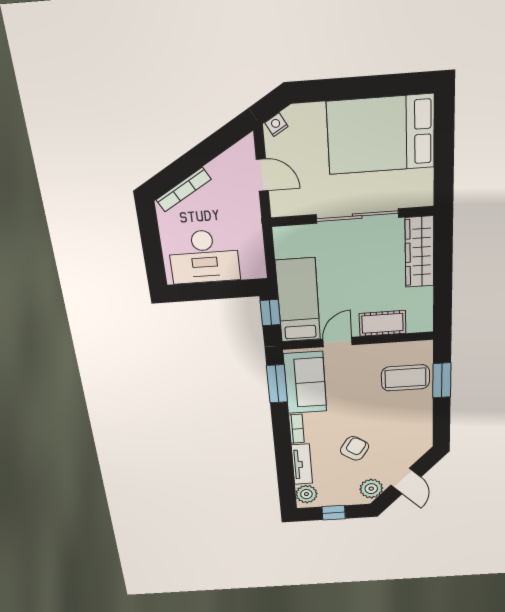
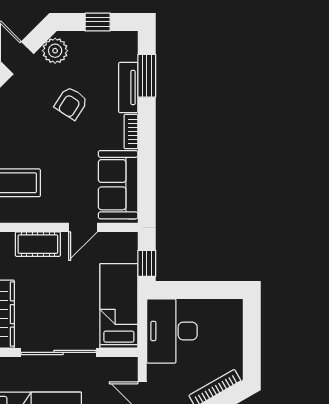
desk: (204, 257) -> (172, 331), moved, turned -90
bed: (298, 300) -> (119, 306), moved, turned 180
window: (277, 384) -> (147, 76), moved
plant: (306, 494) -> (126, 49), removed

